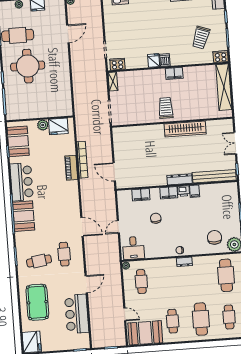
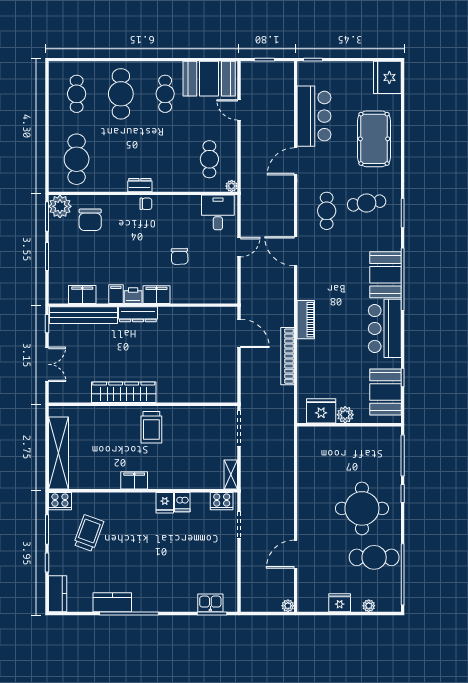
dishwasher: (165, 60) -> (182, 502), moved
piano: (71, 168) -> (306, 320), moved
filing cabinet: (141, 195) -> (82, 295), moved

